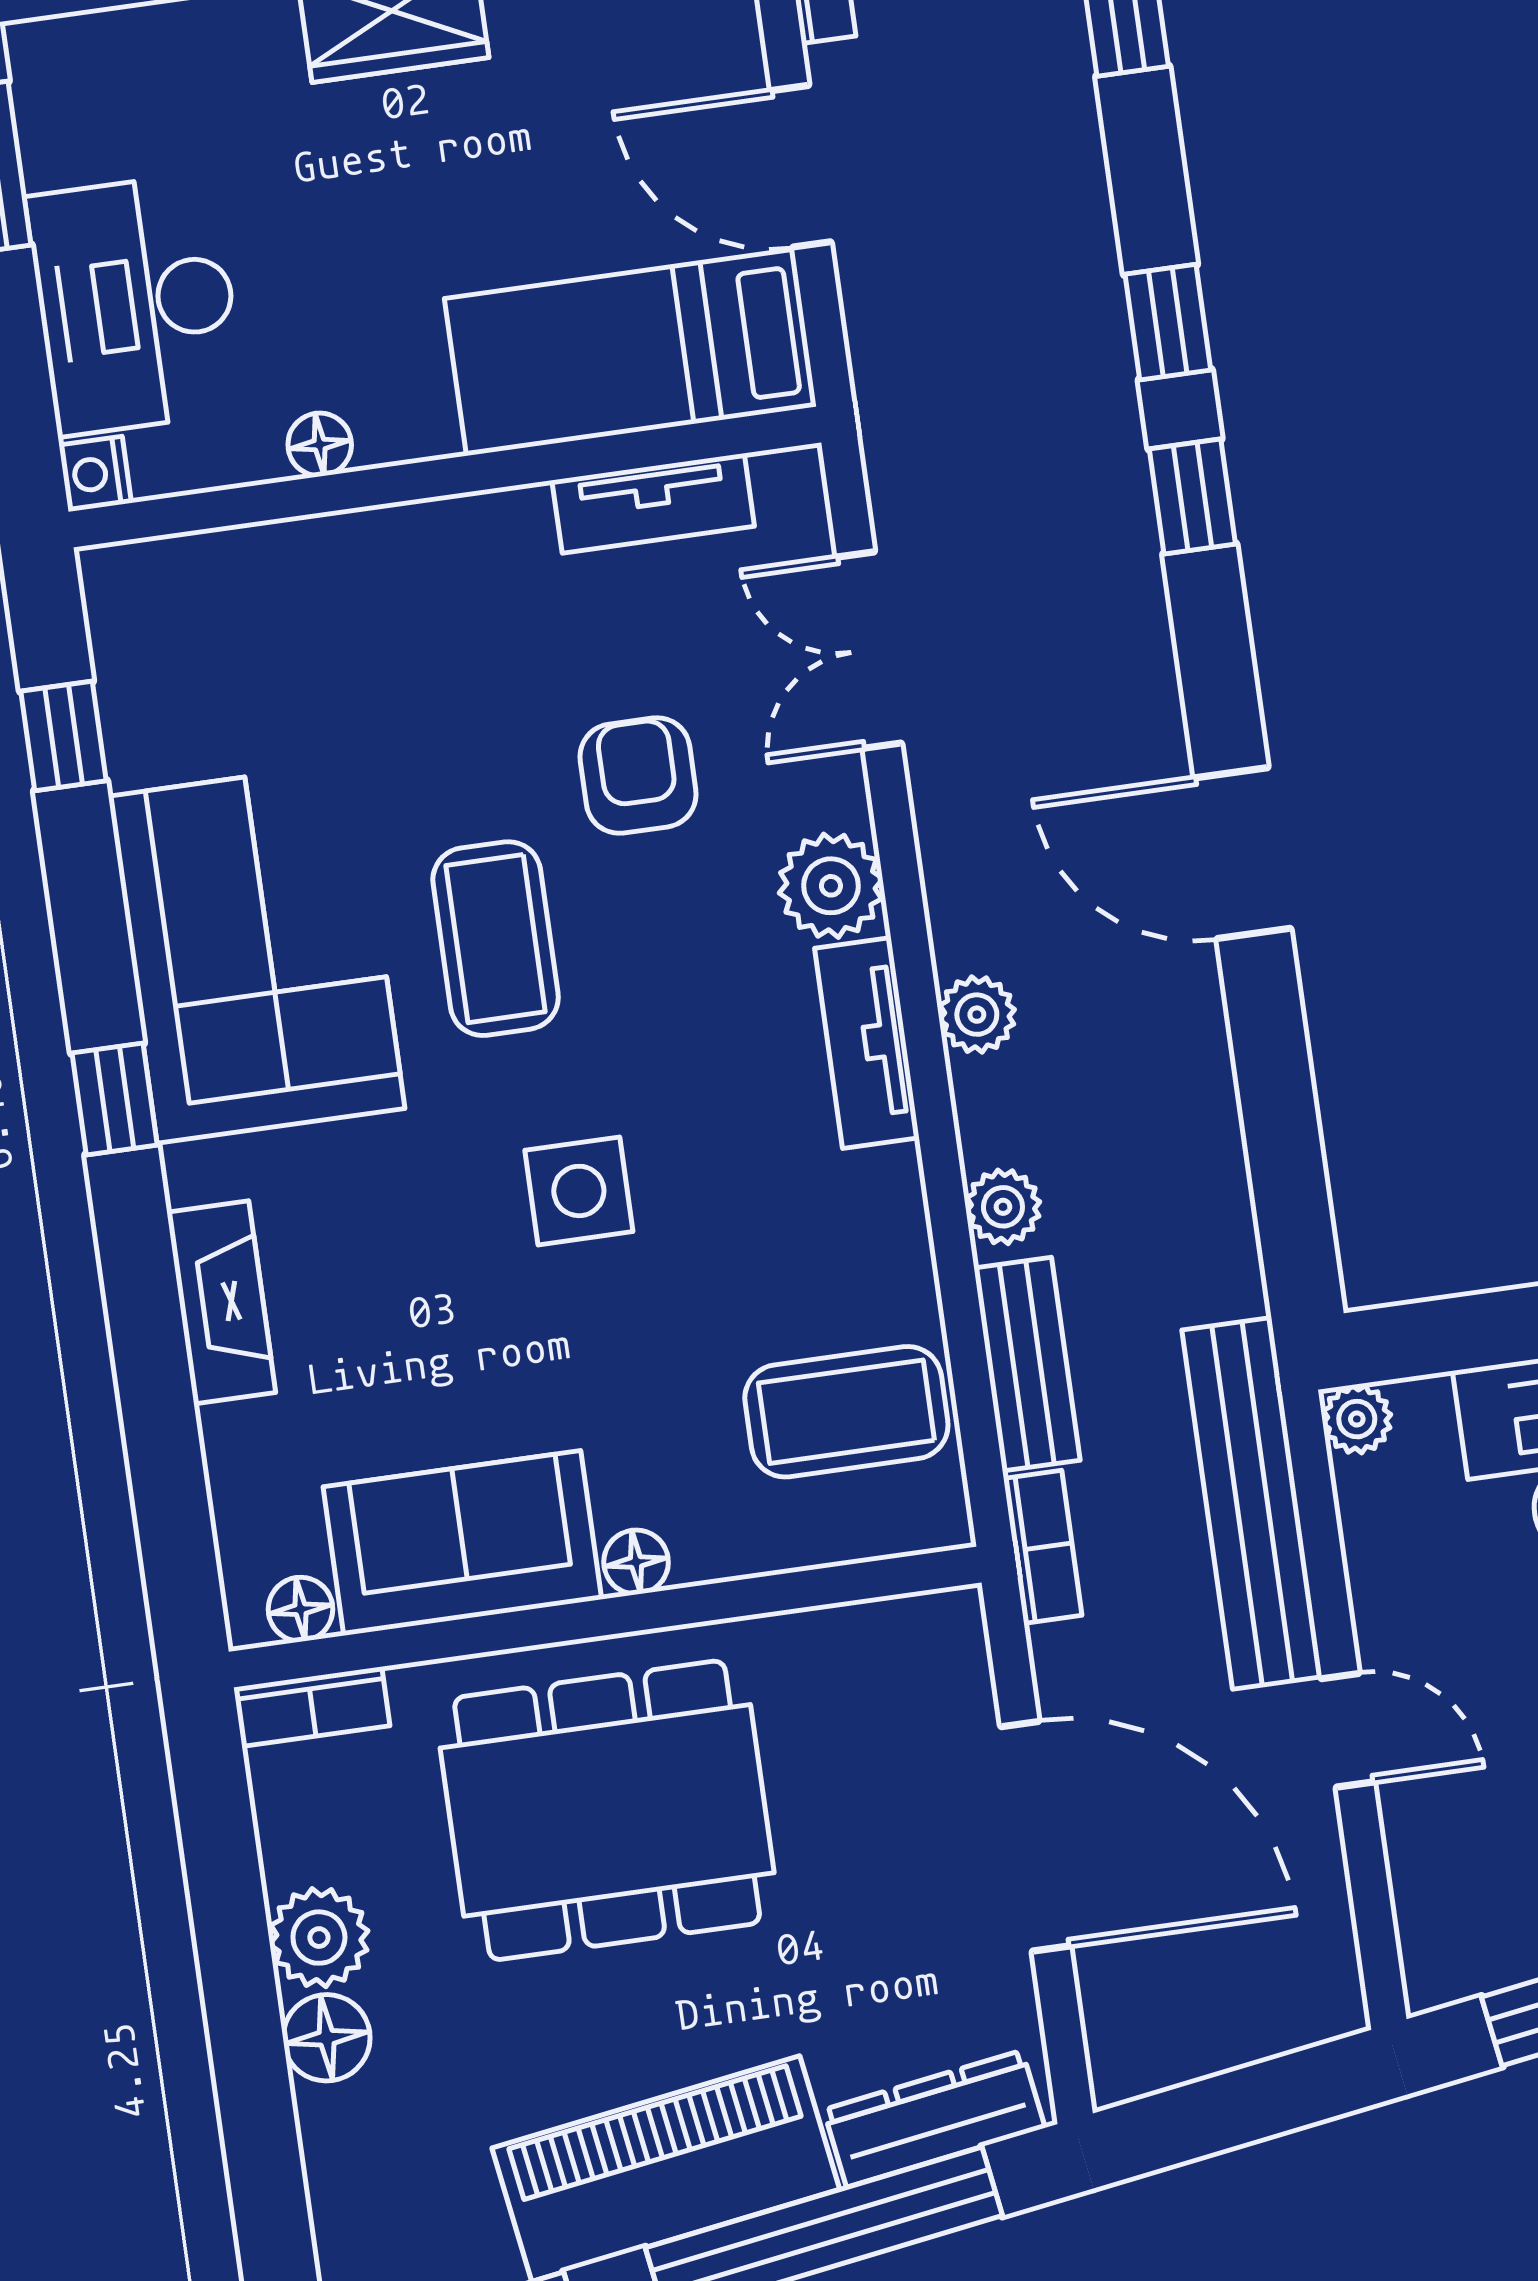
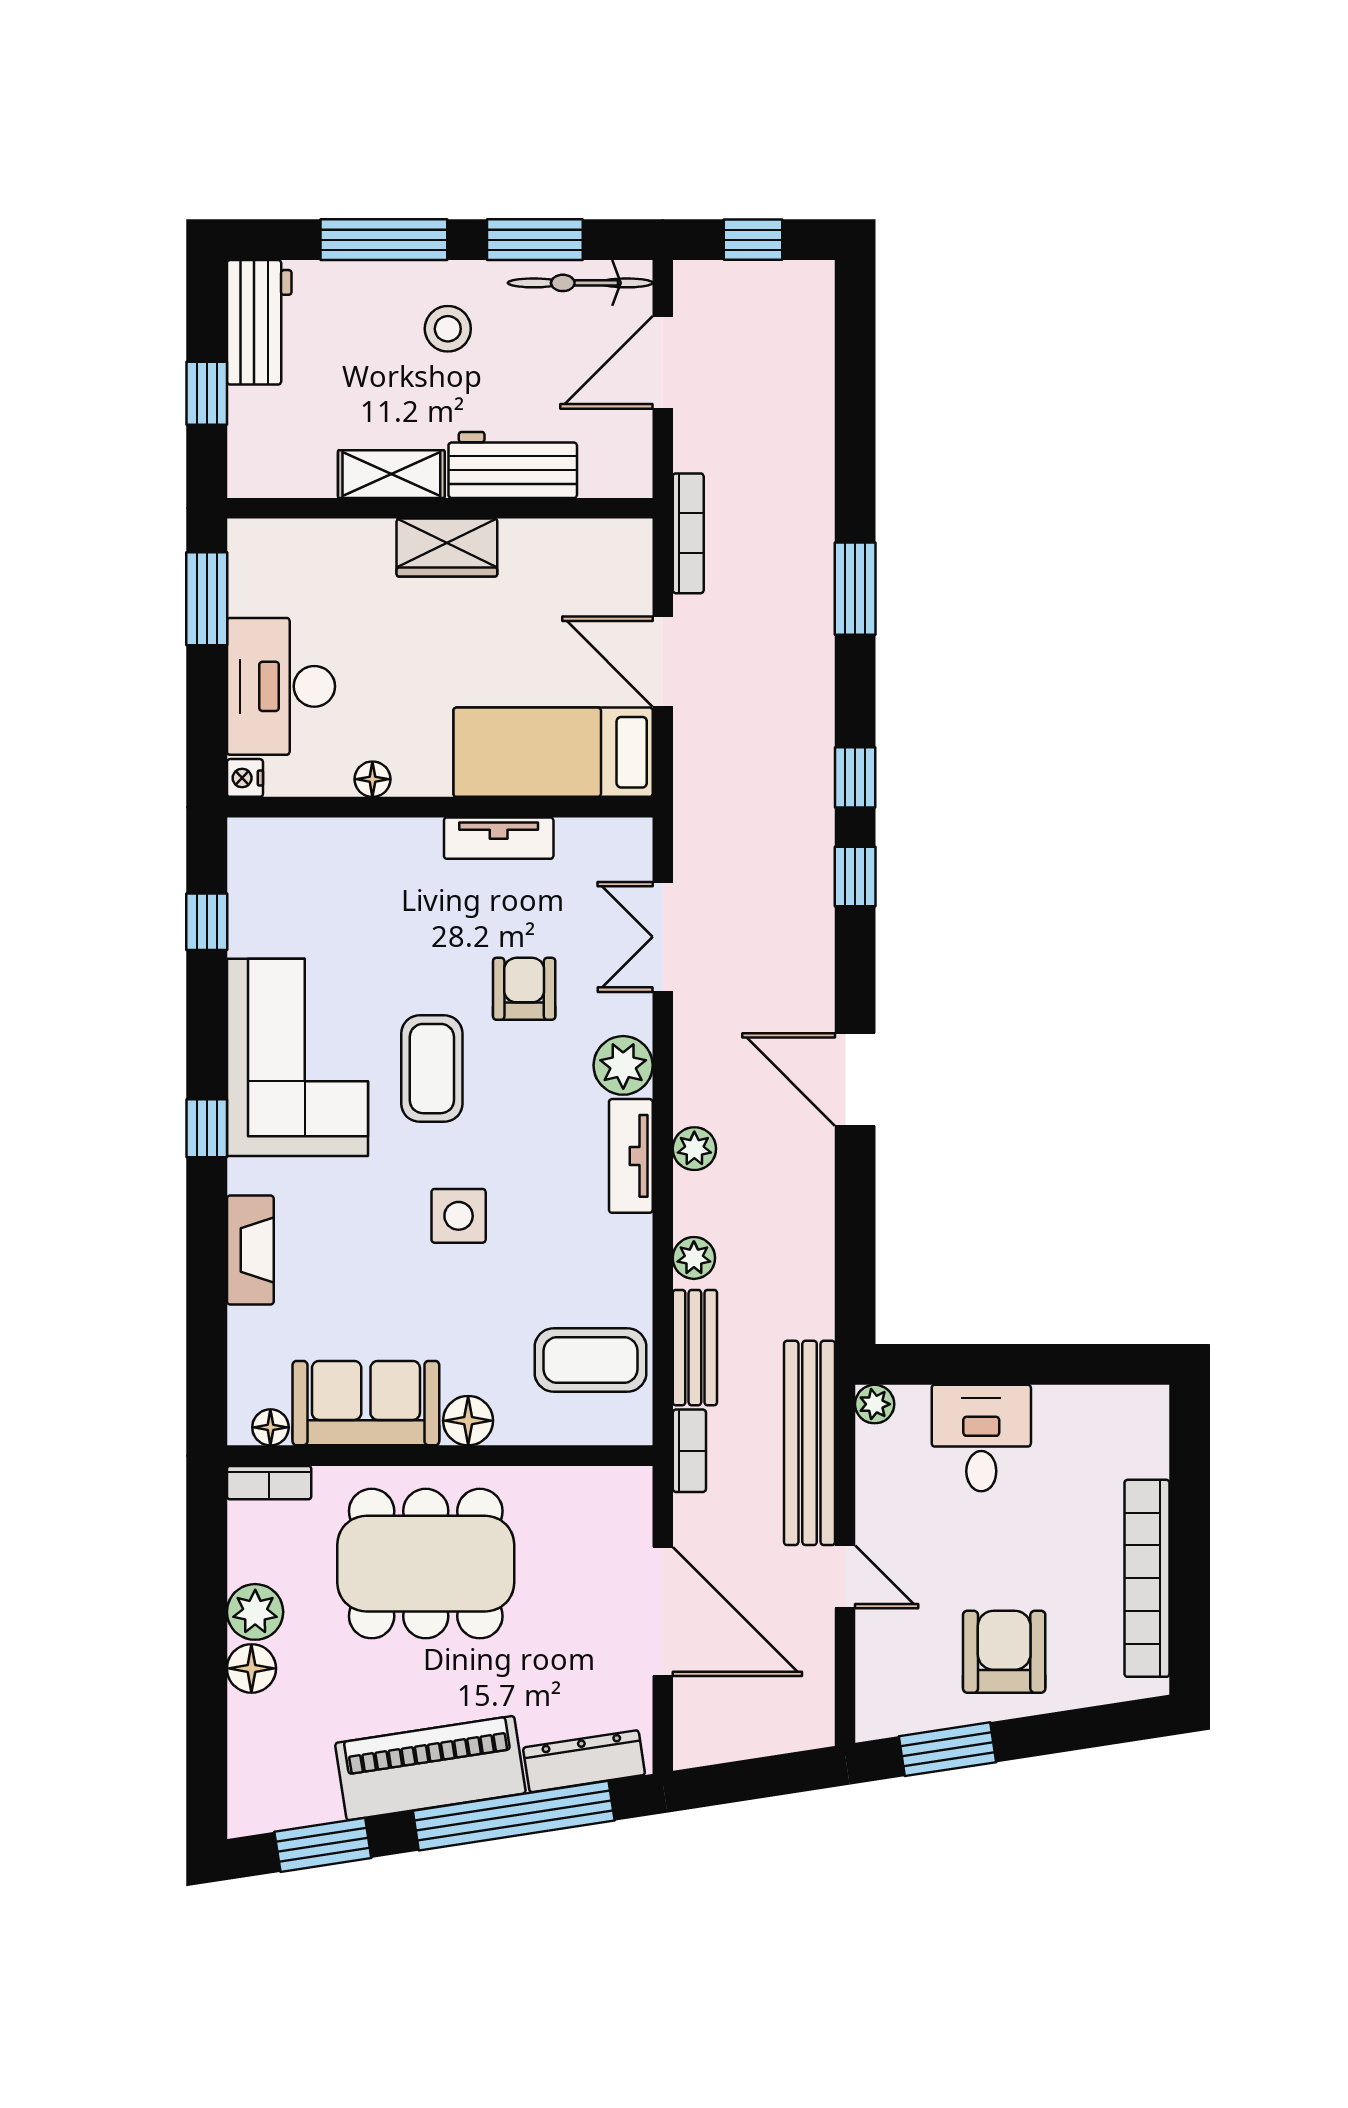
tv unit: (653, 503) -> (499, 838), moved
floor lamp: (636, 1562) -> (468, 1421), width x1.37, depth x1.37

